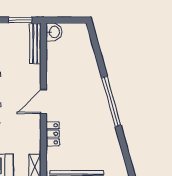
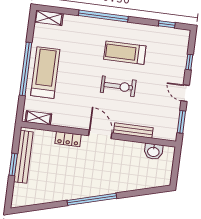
washbasin: (54, 32) -> (153, 151), moved
bench: (35, 44) -> (133, 130), moved

